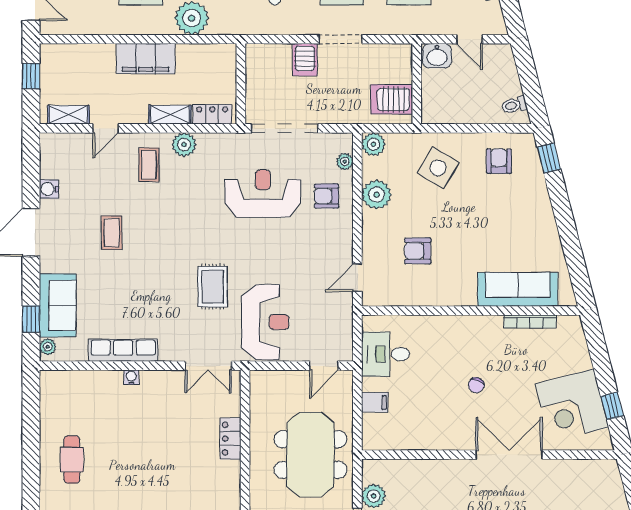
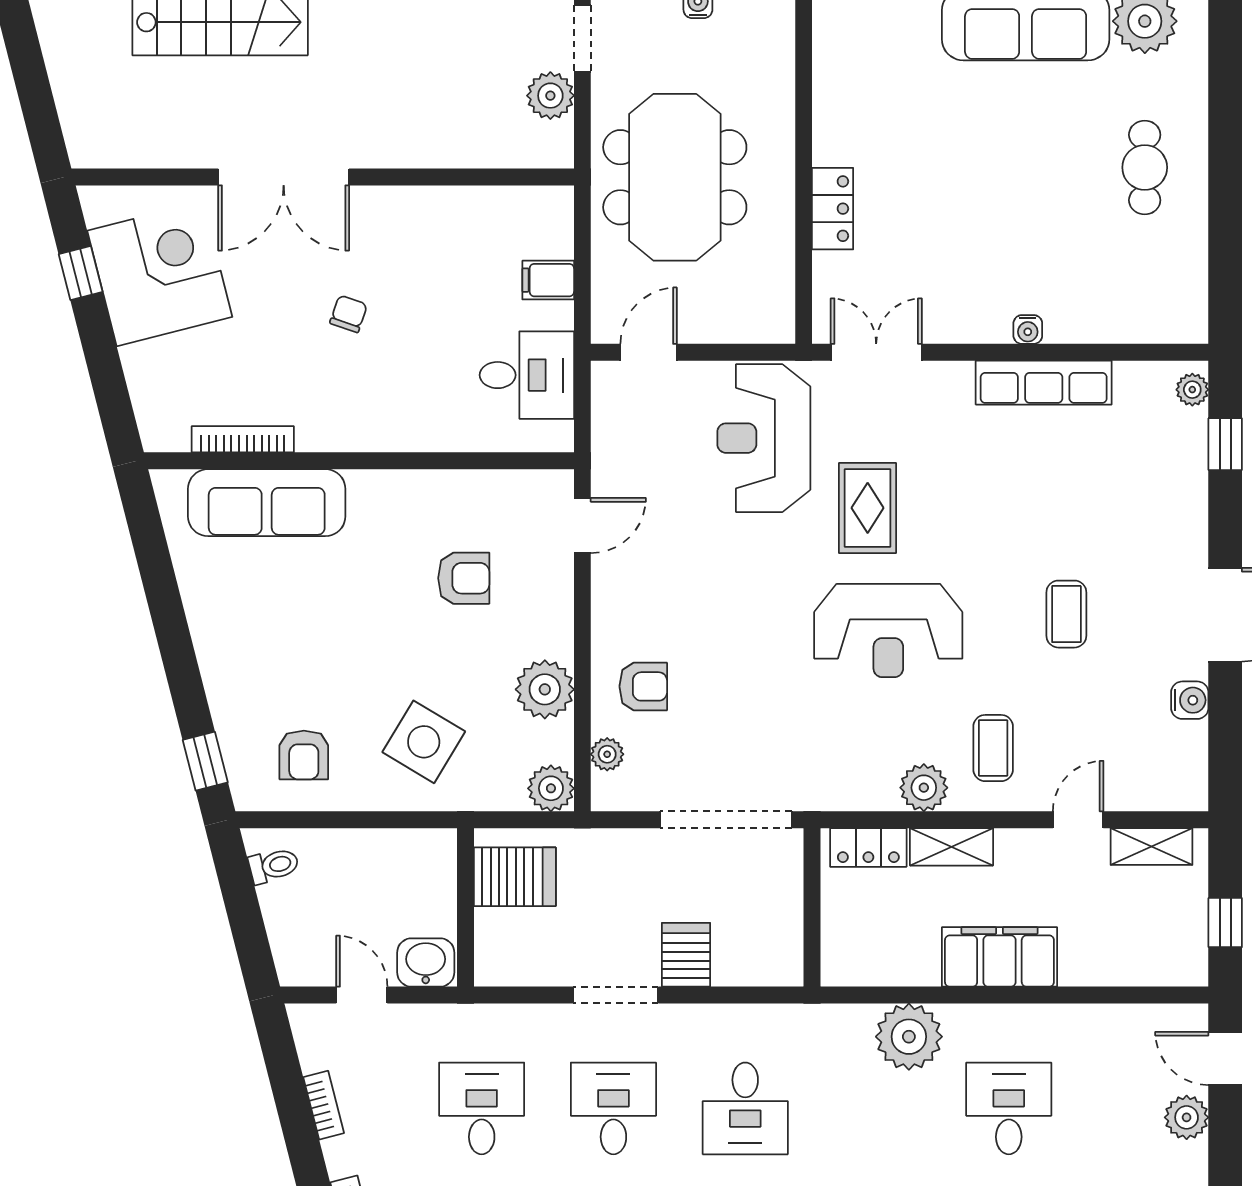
reception desk: (263, 193) -> (888, 631), moved
sofa: (58, 305) -> (1173, 471), removed

